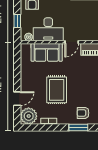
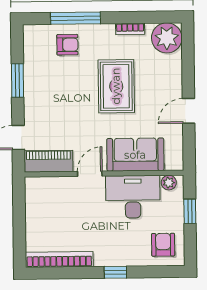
door: (17, 99) -> (189, 111), moved
window: (78, 127) -> (76, 18), width x1.44

